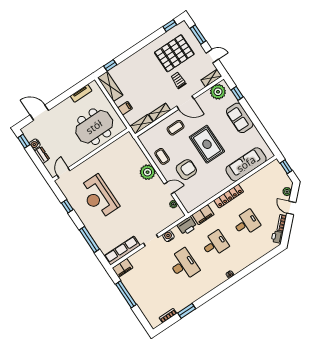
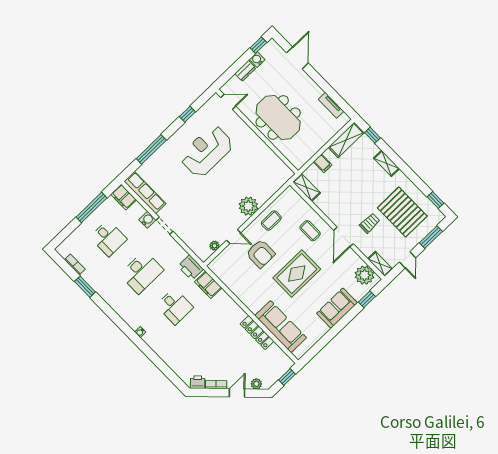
shelving: (160, 112) -> (386, 163), moved
meeting table: (94, 127) -> (278, 117), moved
door: (169, 188) -> (234, 237), hinge flipped
locker: (229, 196) -> (257, 333), moved
desk: (246, 223) -> (108, 238), moved
water cooler: (168, 236) -> (147, 220), moved

